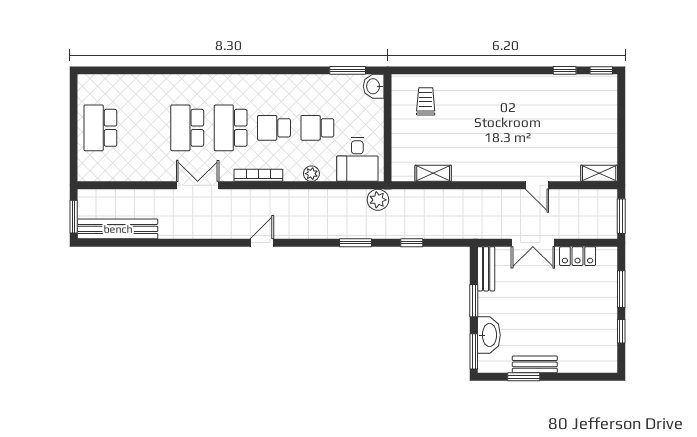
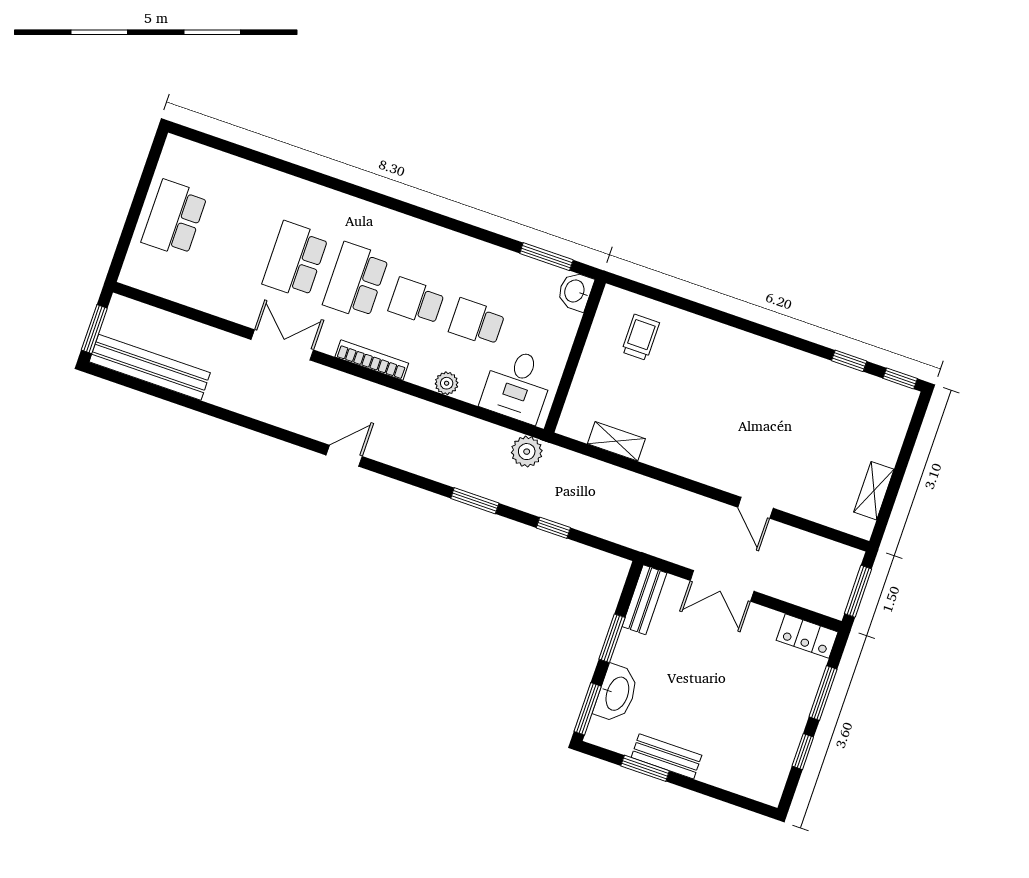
shelving: (599, 173) -> (874, 491), moved, turned 90
locker: (578, 256) -> (807, 636), moved

